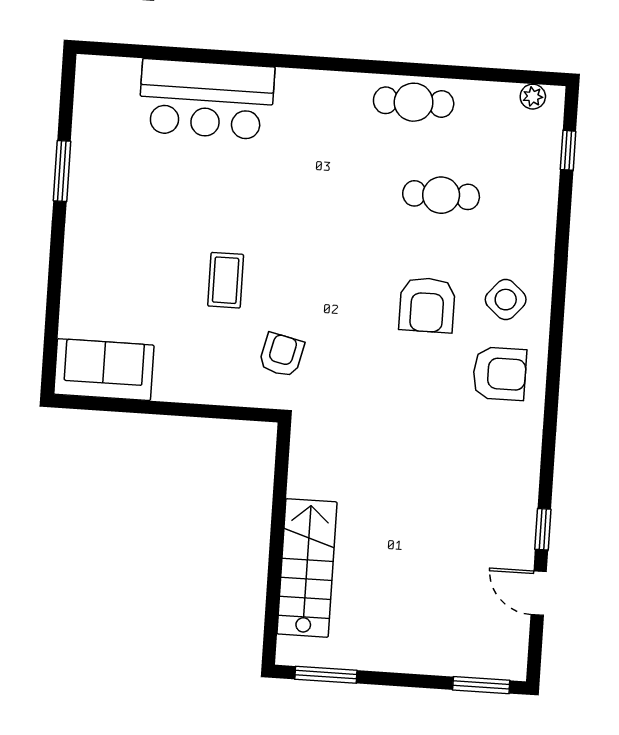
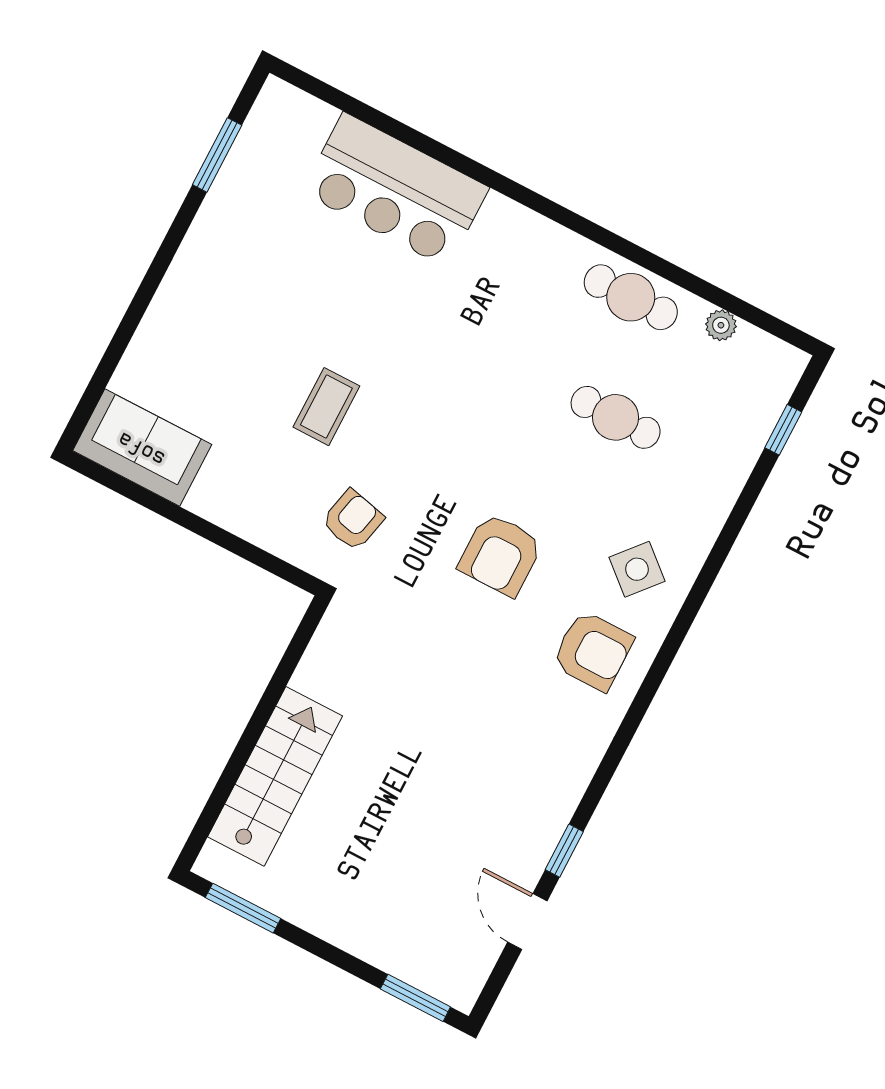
plant: (533, 97) -> (721, 325), moved
window: (62, 171) -> (217, 155), moved
armchair: (427, 305) -> (500, 555), moved

